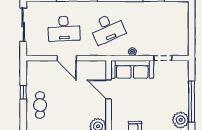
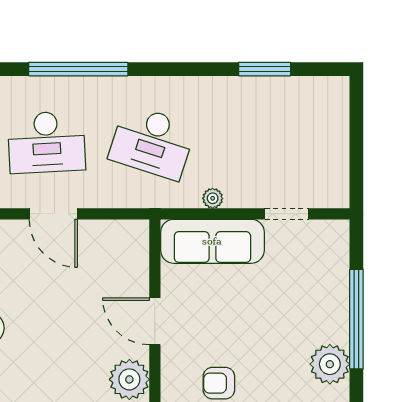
desk: (107, 29) -> (152, 142), turned 42
door: (109, 90) -> (155, 321), moved

